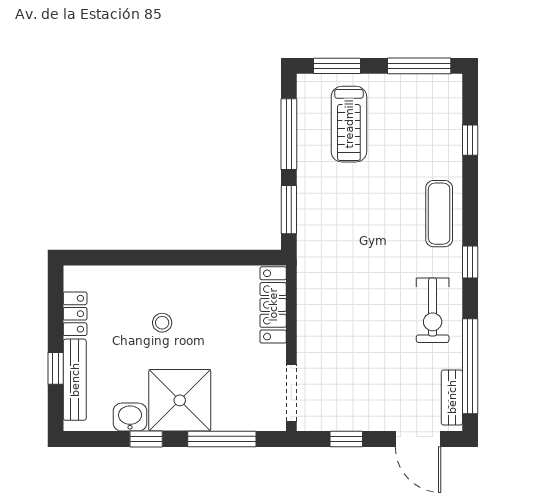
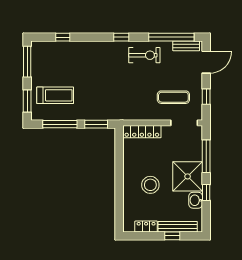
exercise mat: (439, 214) -> (173, 97), moved
stool: (162, 323) -> (150, 185), width x1.89, depth x1.89

